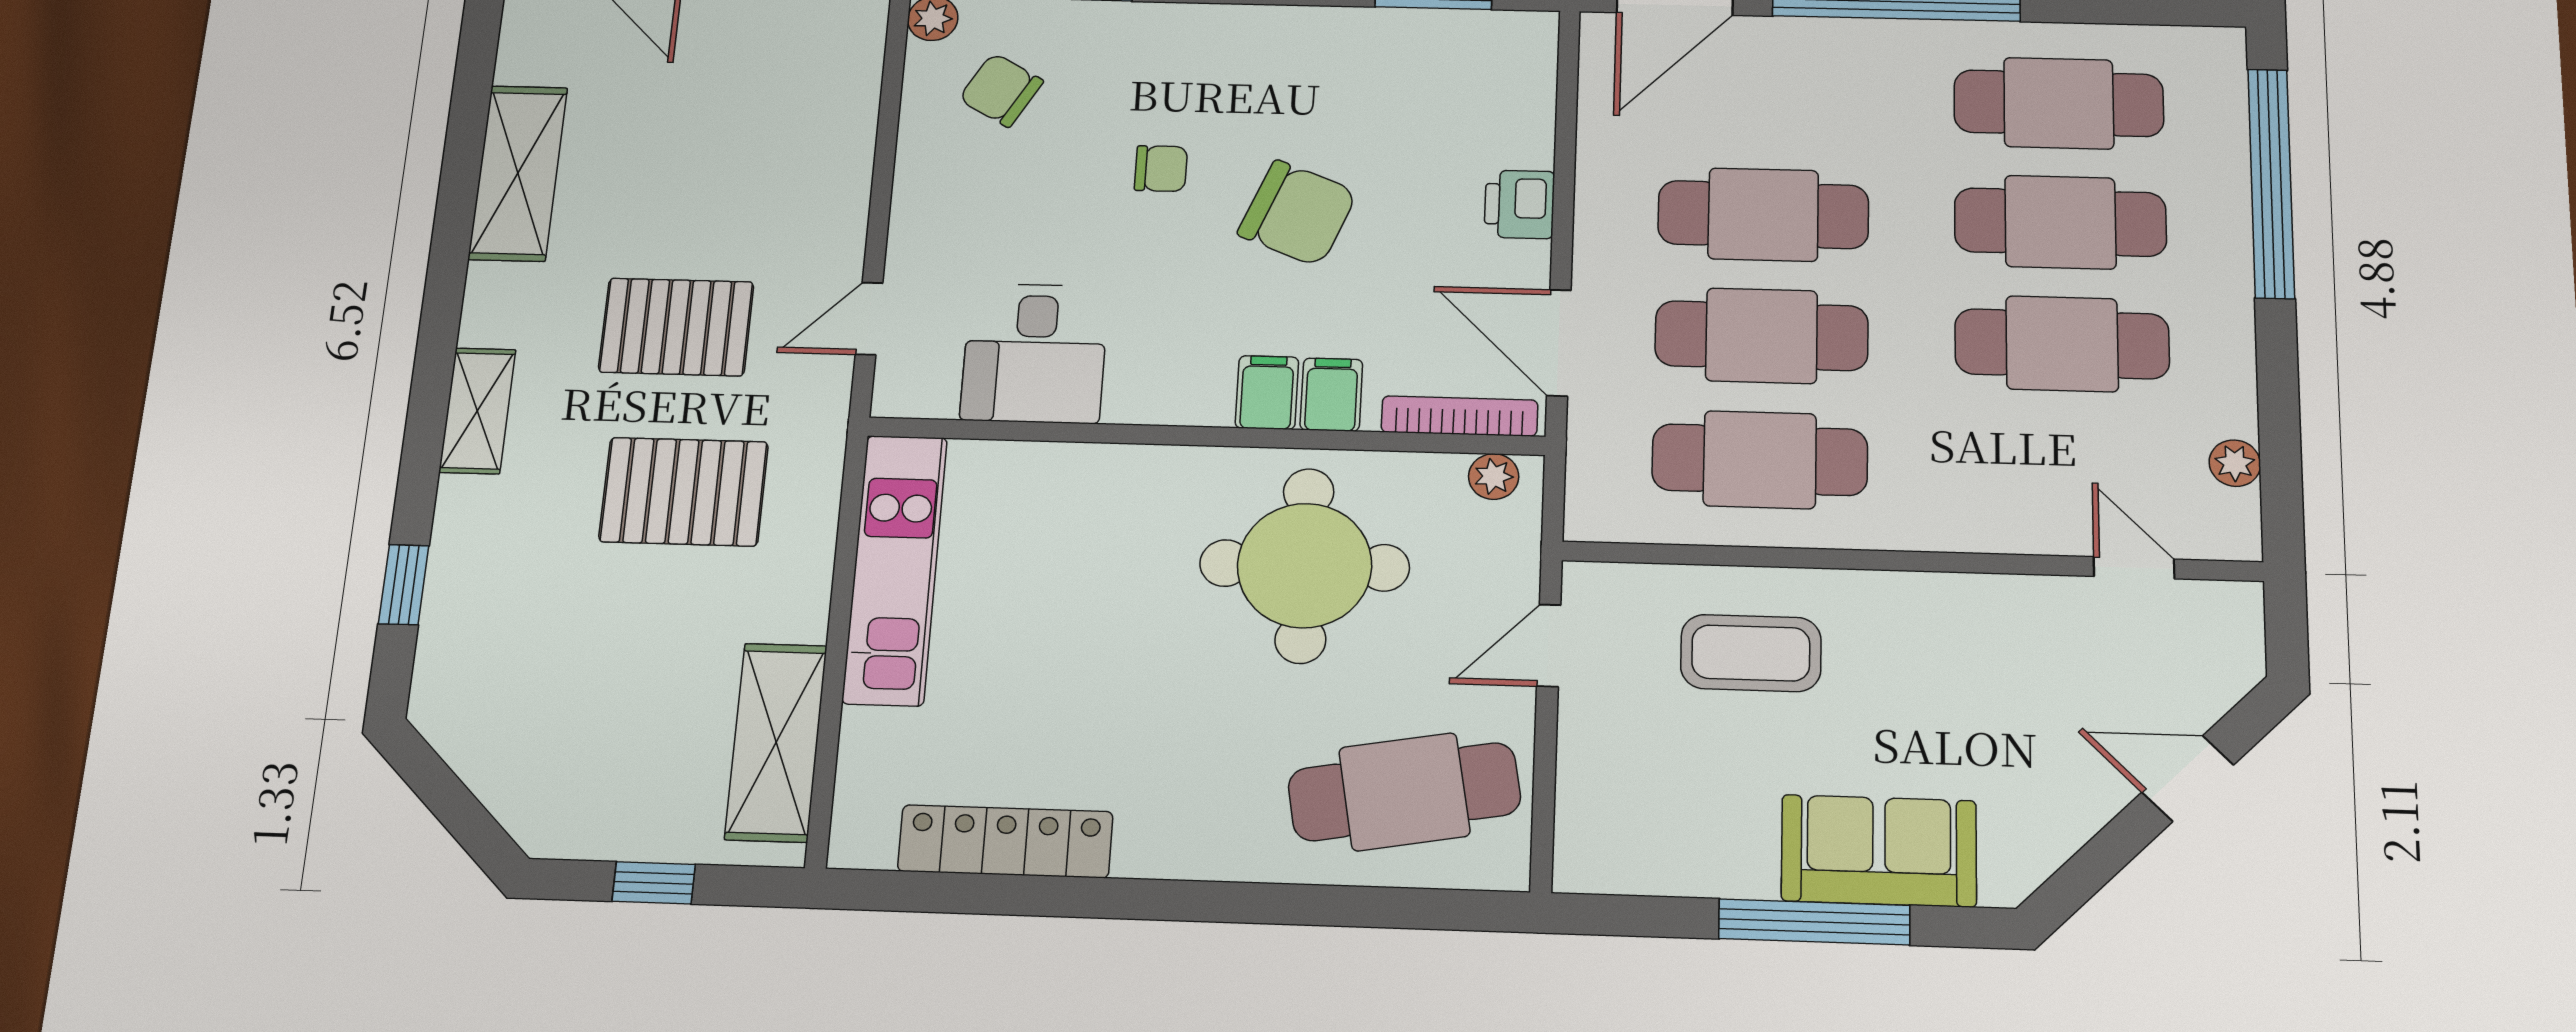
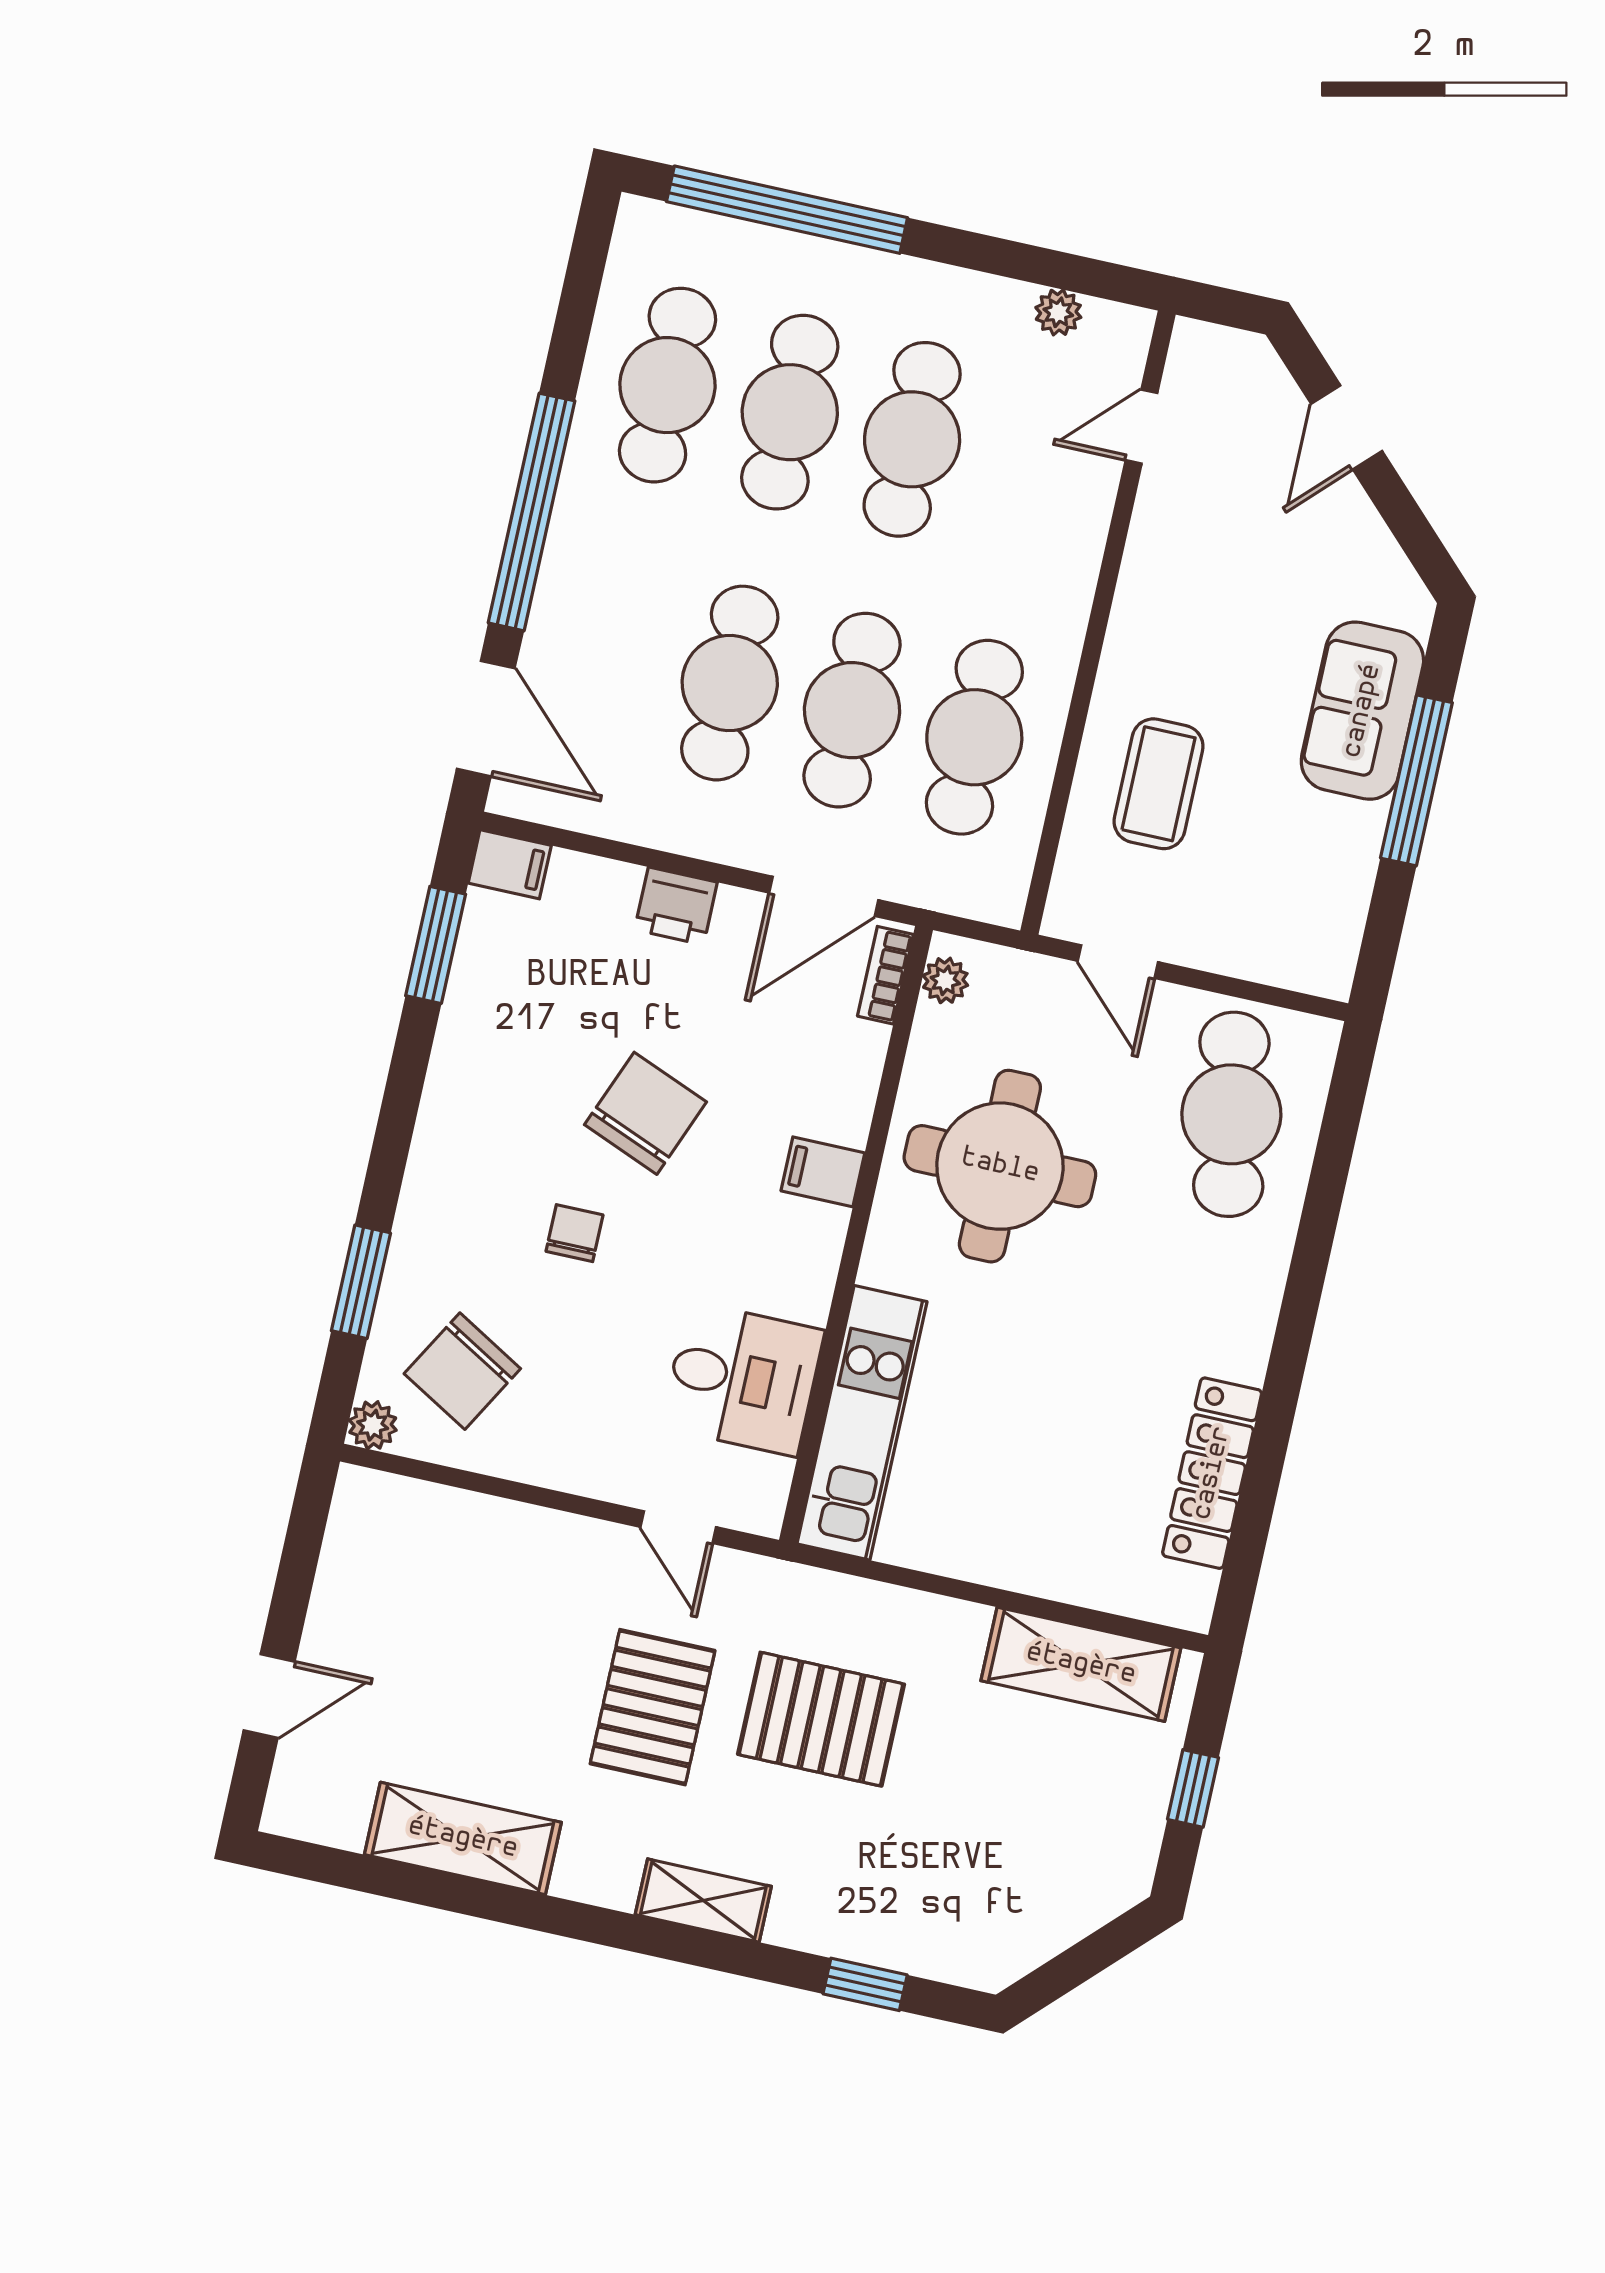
chair: (1001, 90) -> (462, 1371), width x1.37, depth x1.37
filing cabinet: (1331, 395) -> (510, 864), moved, turned 180
bookcase: (1459, 416) -> (885, 975), width x0.64
pallet: (684, 492) -> (821, 1719), turned 90
kitchen unit: (895, 569) -> (862, 1423), moved, turned 90

